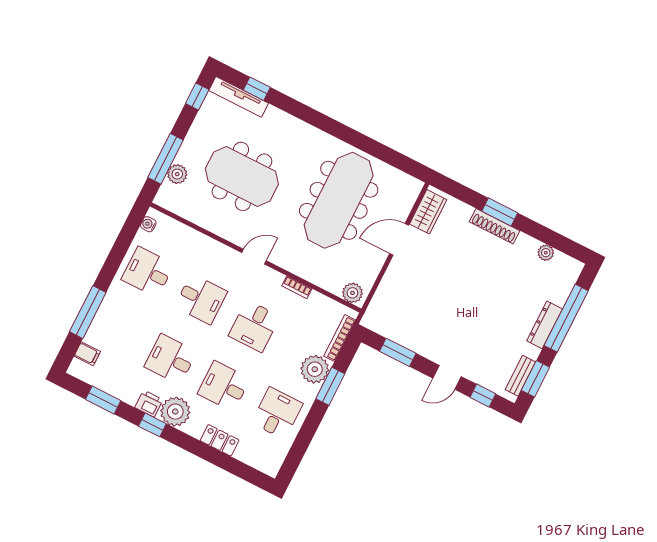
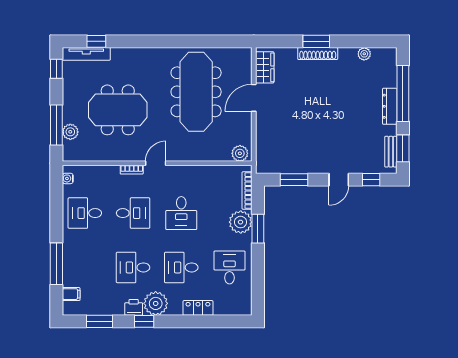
bookcase: (297, 287) -> (132, 170), moved

